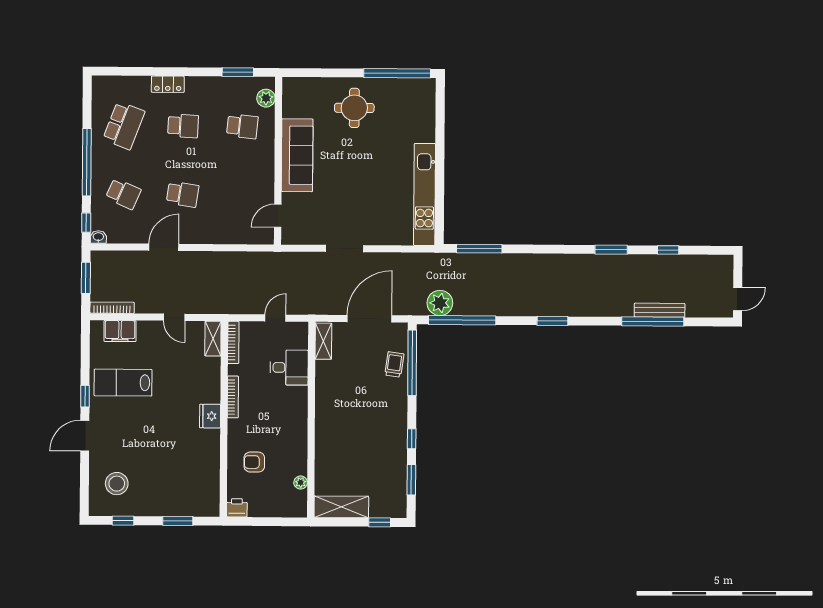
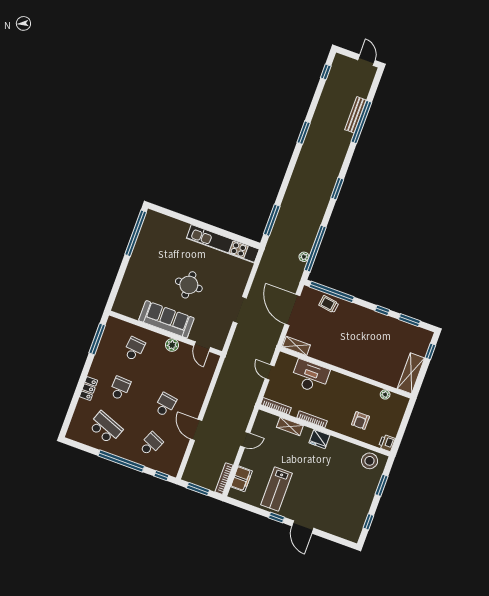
window: (238, 72) -> (97, 339), width x1.44
plant: (266, 98) -> (172, 345), moved
round table: (354, 108) -> (189, 285), moved
washbasin: (98, 237) -> (174, 471), removed
window: (668, 250) -> (326, 72), moved
plant: (440, 303) -> (304, 257), width x0.53, depth x0.53
shelving: (213, 339) -> (290, 426), moved
desk: (289, 367) -> (310, 376), width x1.37
stool: (117, 484) -> (370, 461), moved

